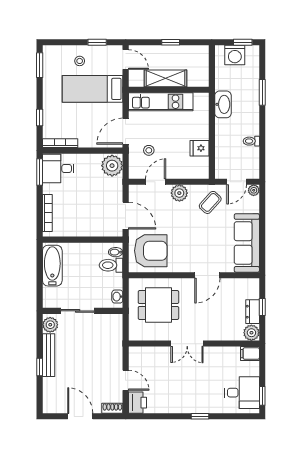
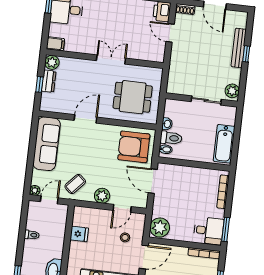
washbasin: (117, 297) -> (167, 124), moved
bench: (49, 355) -> (239, 48), moved

